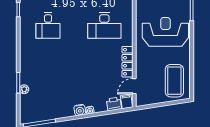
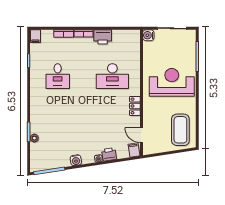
locker: (127, 62) -> (135, 106), width x0.66
door: (134, 86) -> (141, 135), hinge flipped
printer: (114, 104) -> (109, 154), moved
water cooler: (80, 110) -> (76, 160), moved

